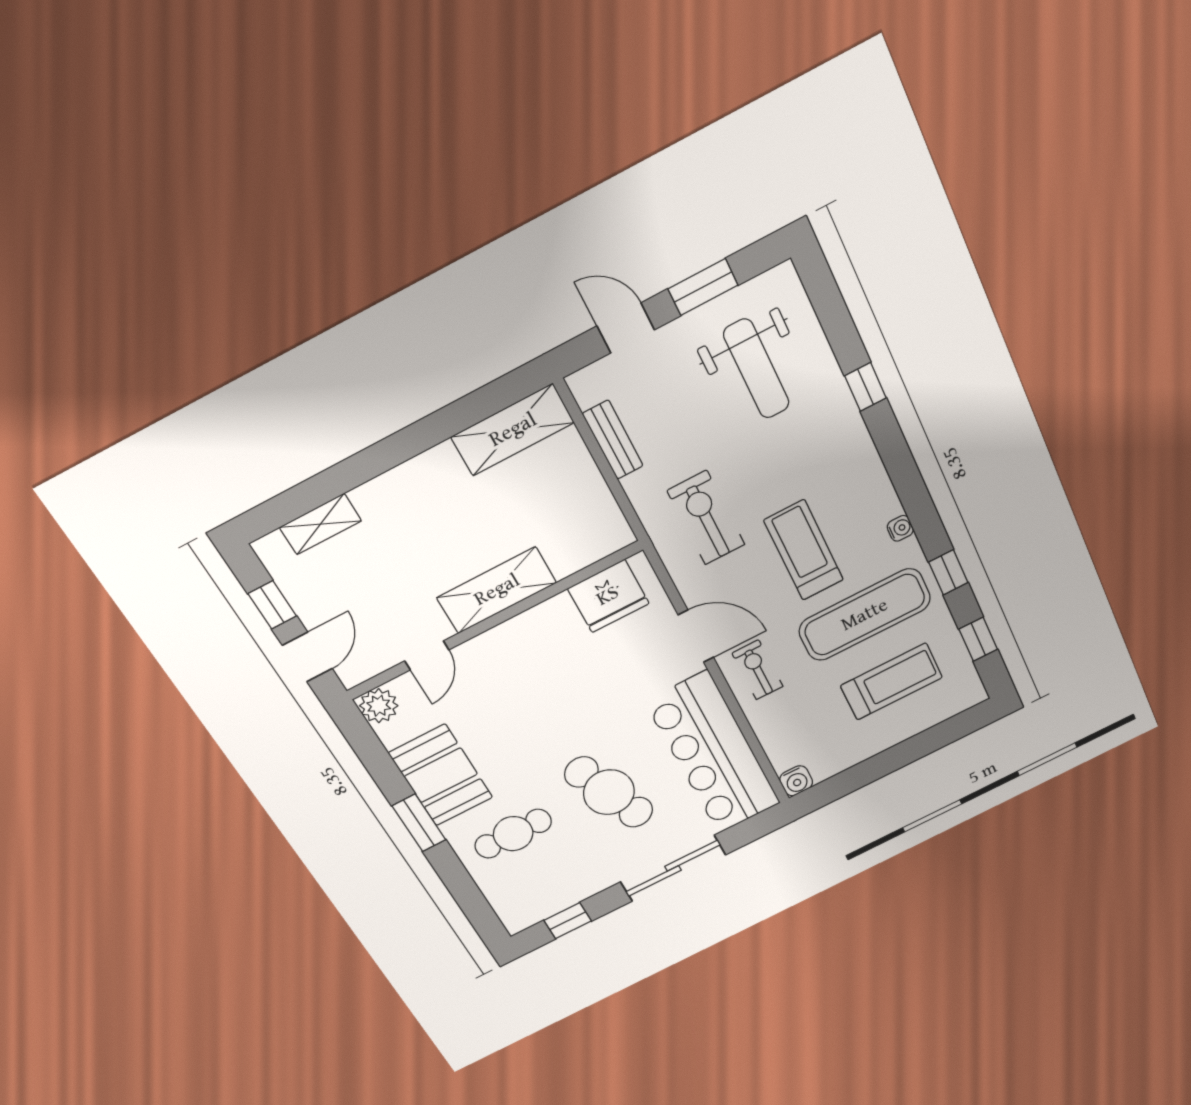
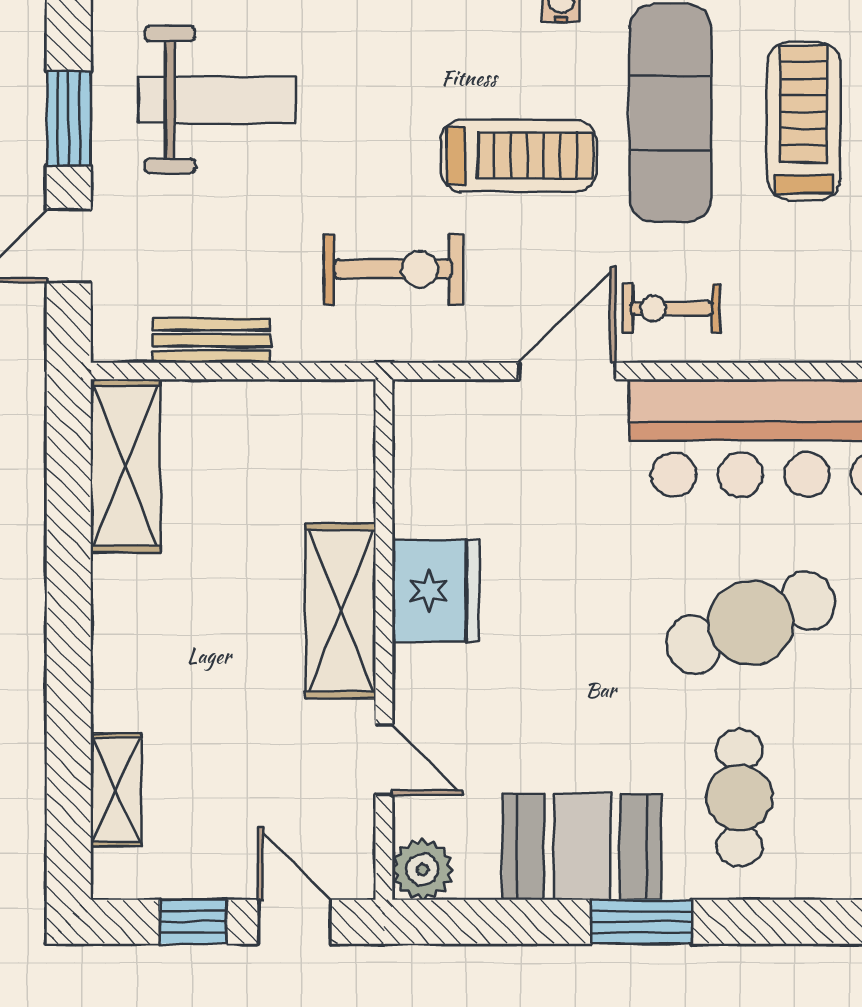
exercise bike: (706, 518) -> (393, 269), turned 180
treadmill: (804, 550) -> (519, 156), turned 180
fridge: (608, 596) -> (436, 591), moved

